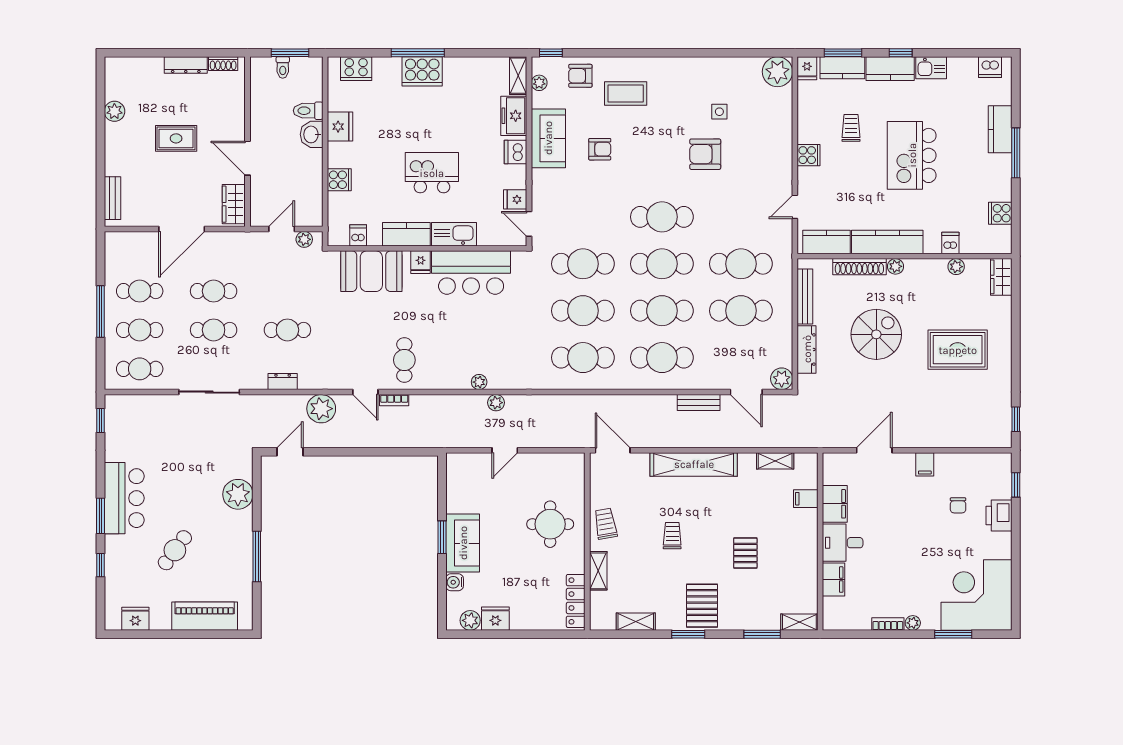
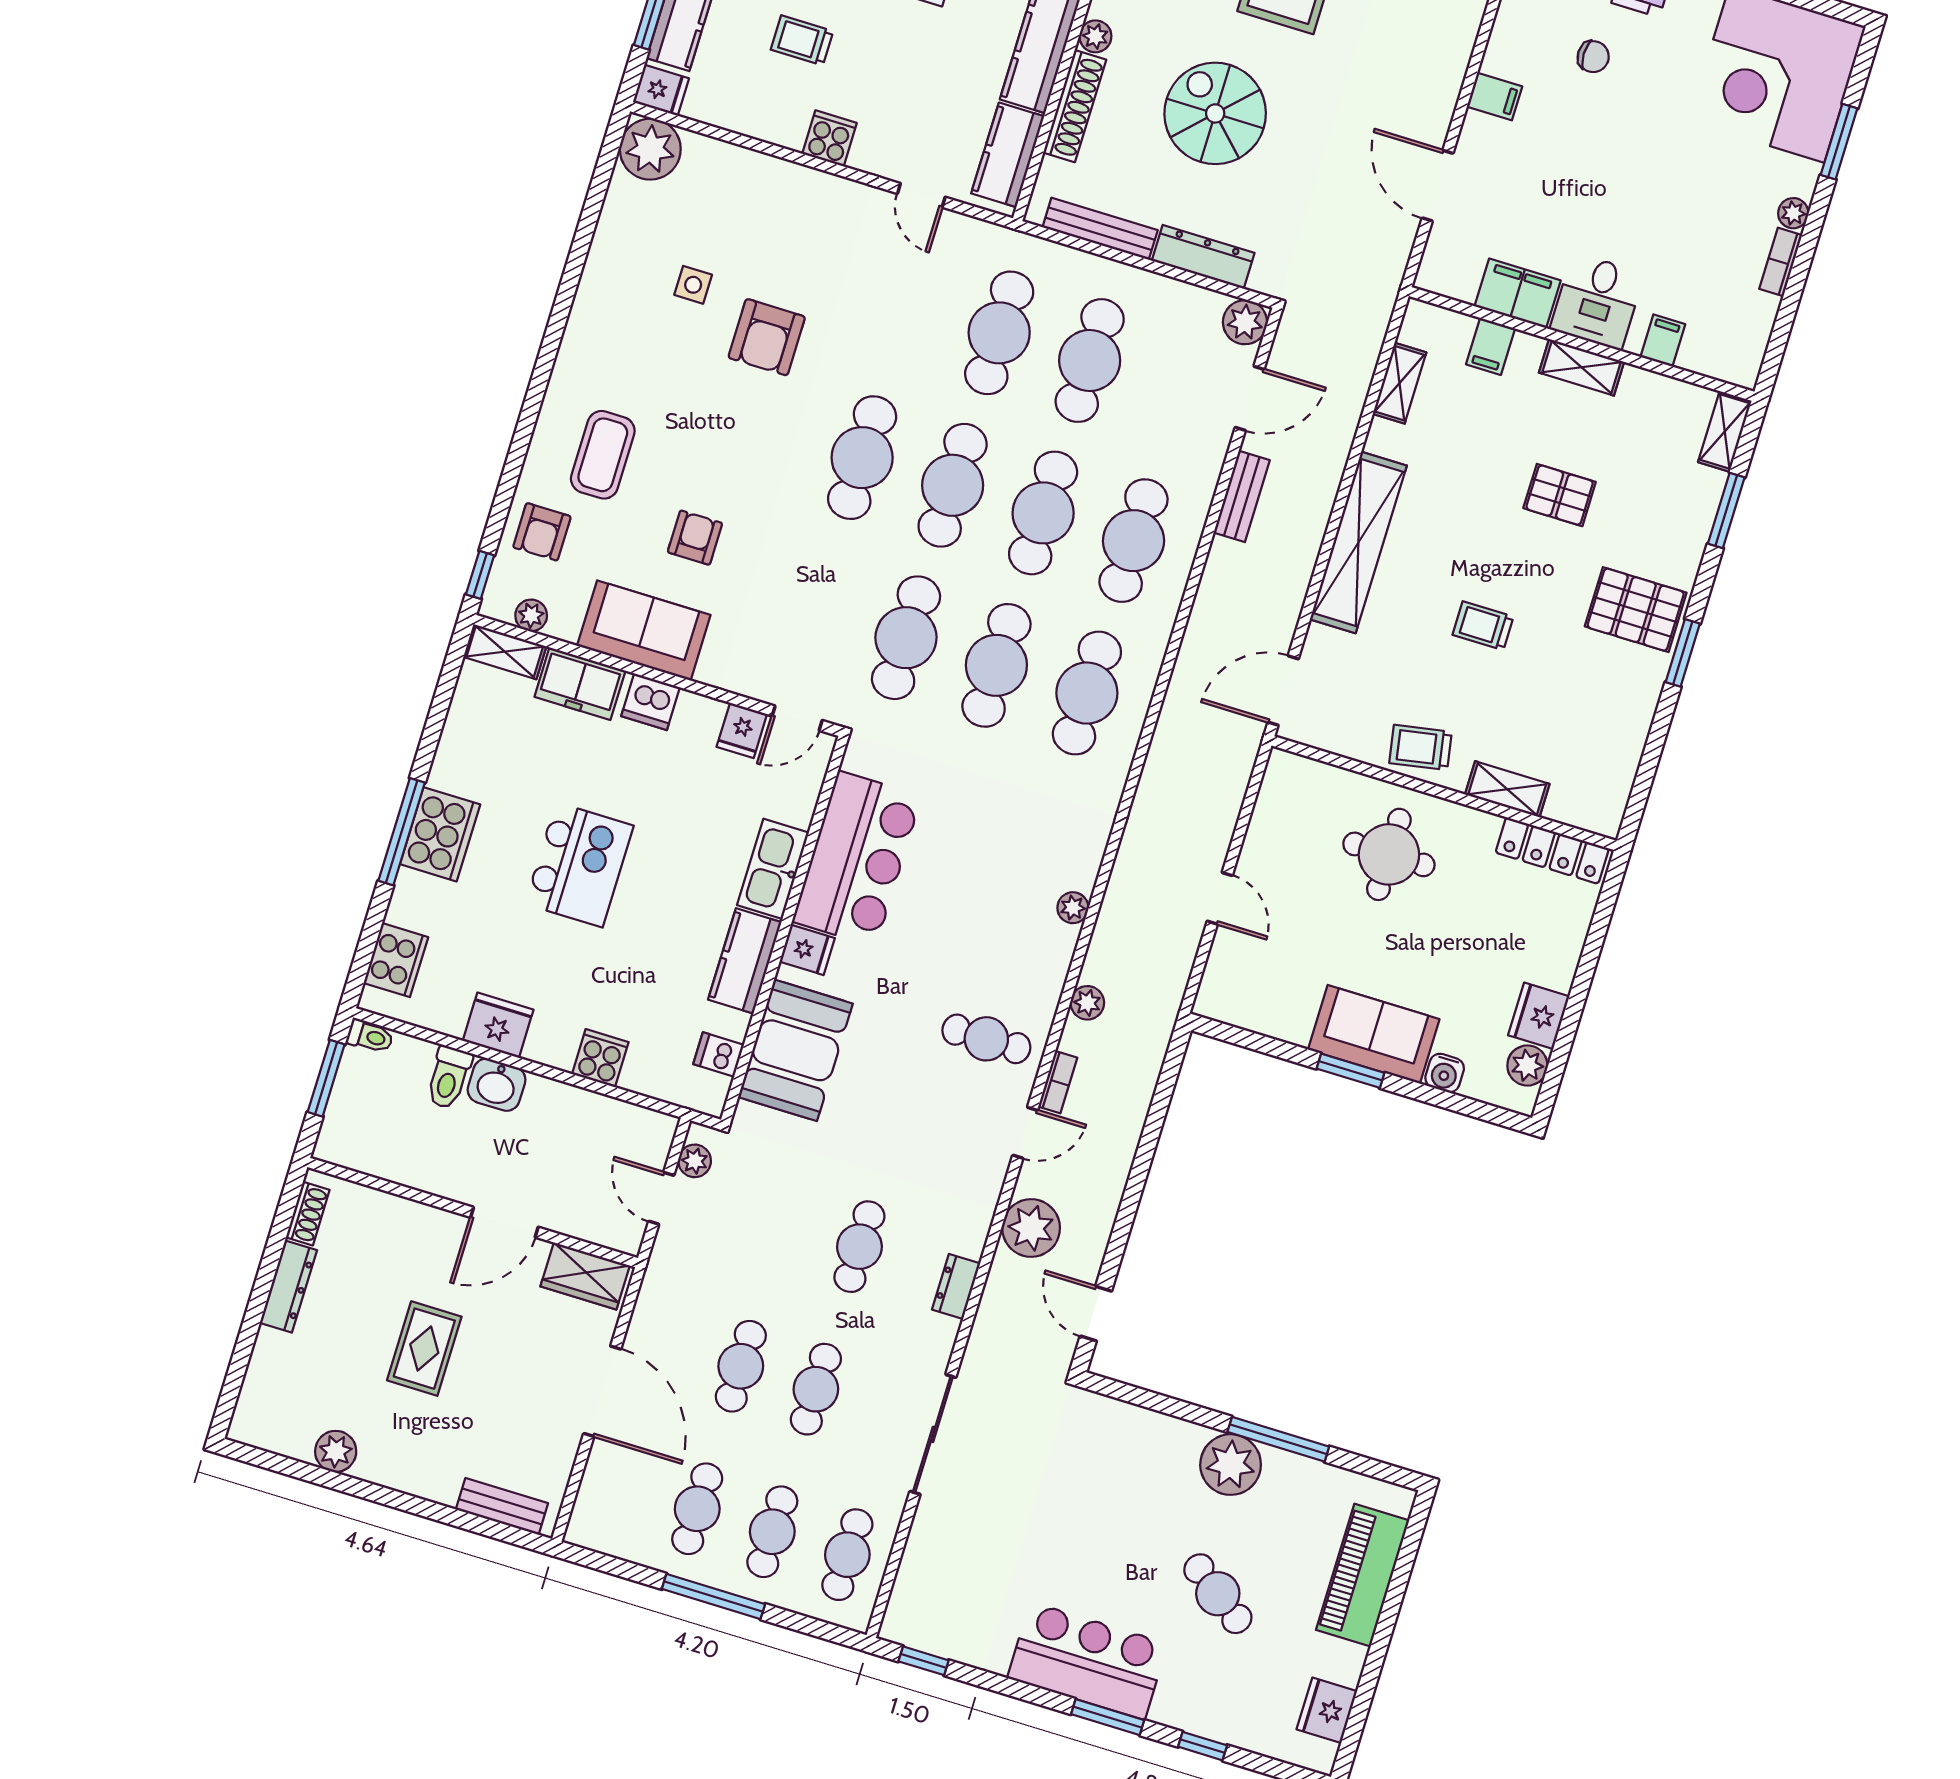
toilet: (283, 67) -> (370, 1036), moved
kitchen island: (432, 173) -> (579, 865), moved, turned 180
plant: (496, 403) -> (1087, 1003), moved
plant: (238, 494) -> (1231, 1465), moved
filing cabinet: (833, 580) -> (1663, 341), width x0.50
shelving: (636, 622) -> (1582, 367), moved, turned 90

